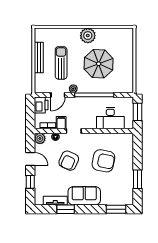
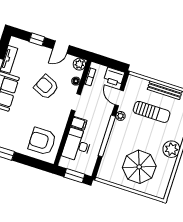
parasol: (99, 64) -> (139, 167), moved
filing cabinet: (61, 123) -> (79, 123), moved
armchair: (103, 161) -> (42, 141), moved, turned 79

